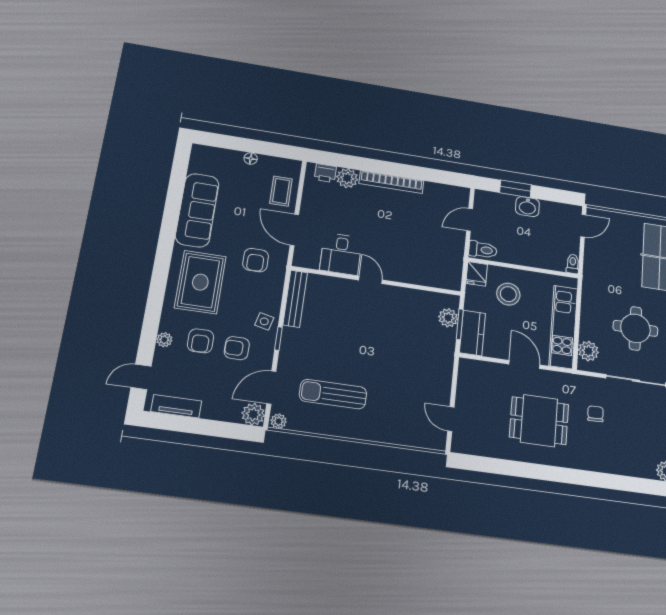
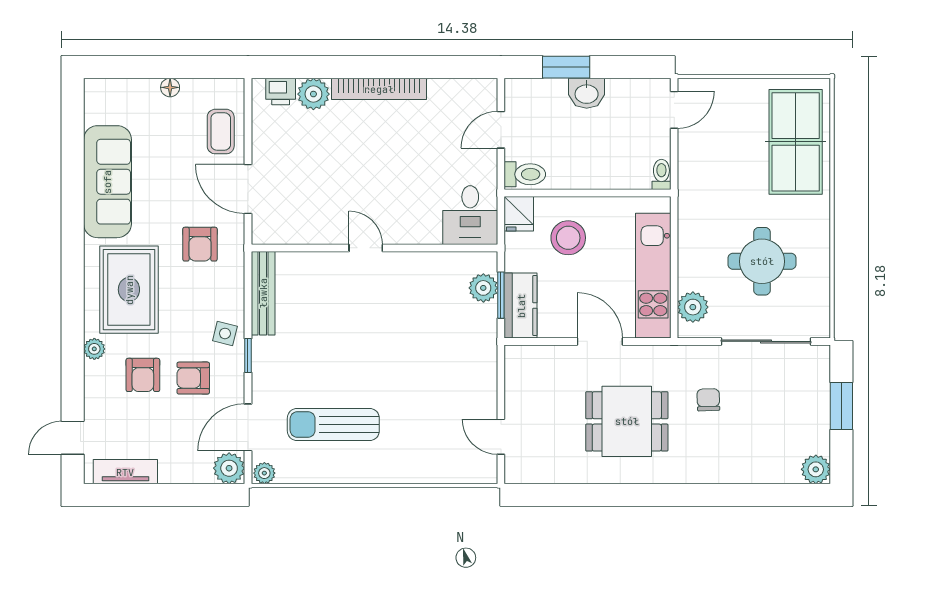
desk: (341, 254) -> (470, 215), moved
plant: (164, 340) -> (94, 349), moved

